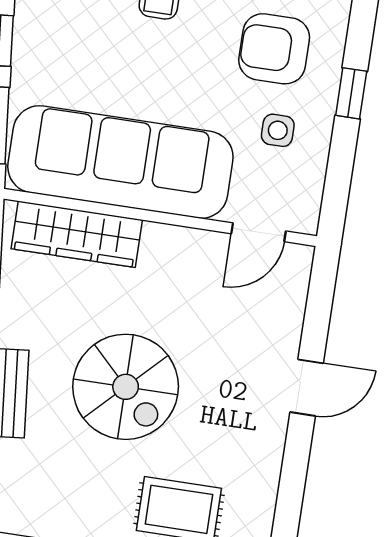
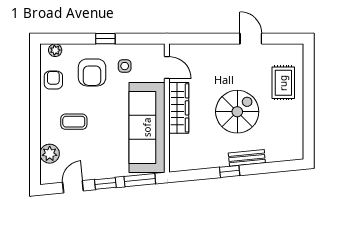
wardrobe: (77, 234) -> (179, 108), moved
door: (307, 388) -> (251, 39), moved

